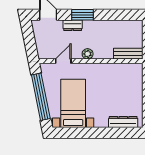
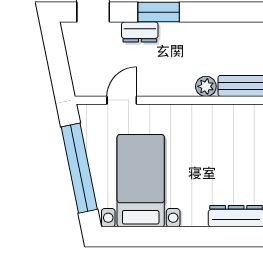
plant: (88, 54) -> (206, 86), moved

